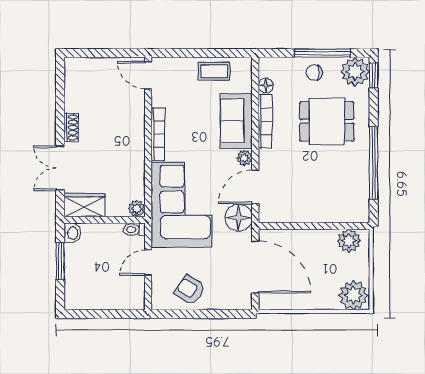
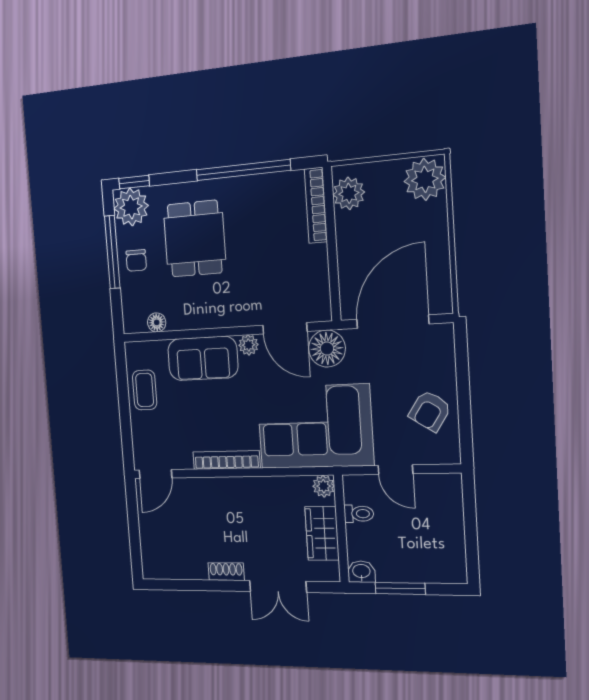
bookcase: (265, 121) -> (316, 205), moved, turned -90
wardrobe: (85, 205) -> (322, 533), moved
toilet: (134, 230) -> (359, 514), moved, turned -90

